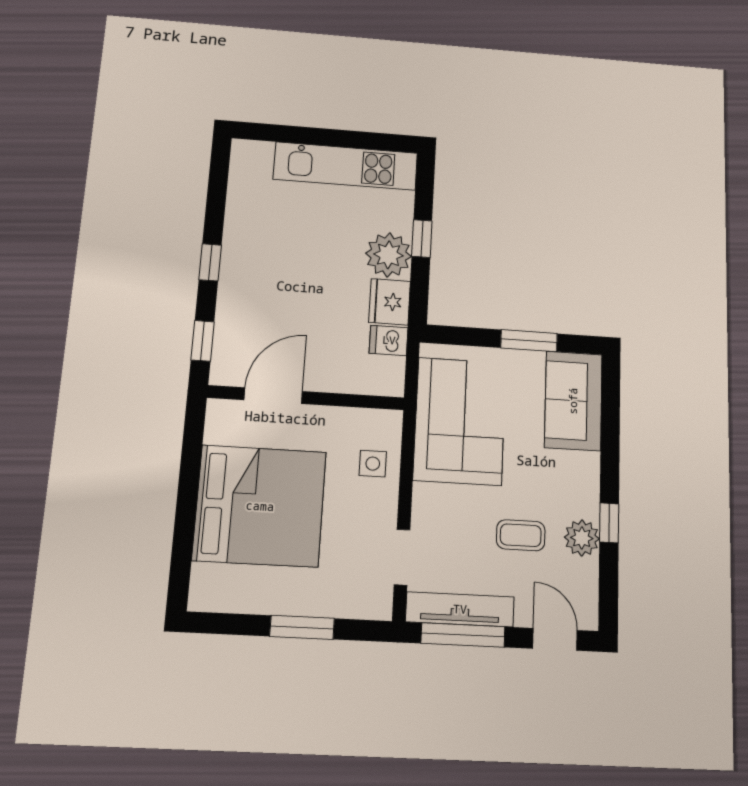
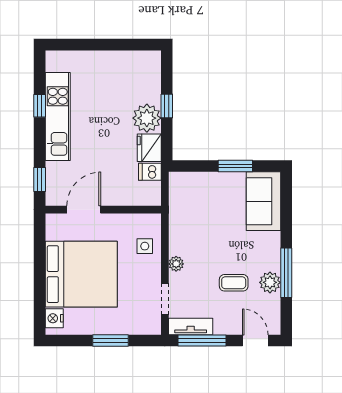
kitchen unit: (346, 166) -> (58, 117), moved, turned -90
window: (210, 262) -> (40, 106), moved
corner sofa: (460, 421) -> (195, 218), removed
plant: (425, 497) -> (176, 264), added
window: (609, 523) -> (286, 273), width x2.17
nightstand: (205, 582) -> (54, 318), added
tv unit: (460, 609) -> (191, 326), width x0.71

